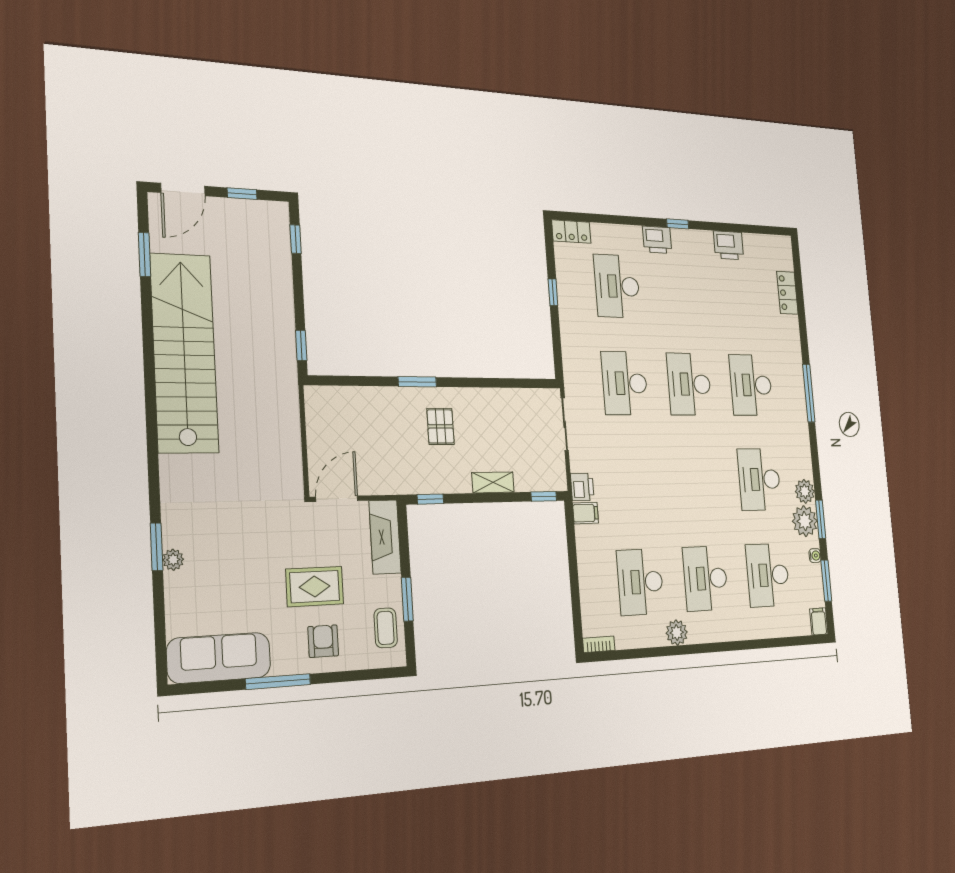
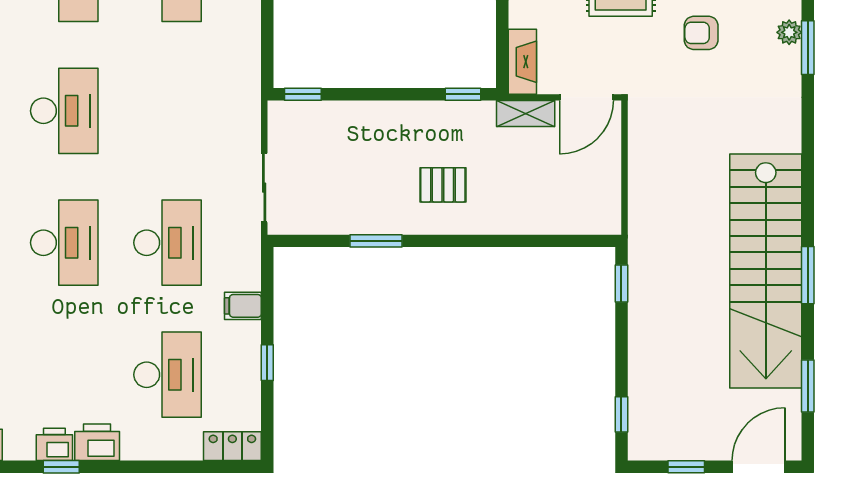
window: (148, 349) -> (808, 275), added
window: (417, 382) -> (376, 241), moved
pallet: (440, 426) -> (443, 185), turned 90
desk: (697, 481) -> (64, 111), added
shelving: (493, 482) -> (526, 113), moved
printer: (582, 487) -> (54, 444), moved, turned 90
filing cabinet: (586, 513) -> (243, 306), moved
fireplace: (385, 537) -> (522, 62), width x0.73, depth x0.76
armchair: (248, 556) -> (701, 33), added

